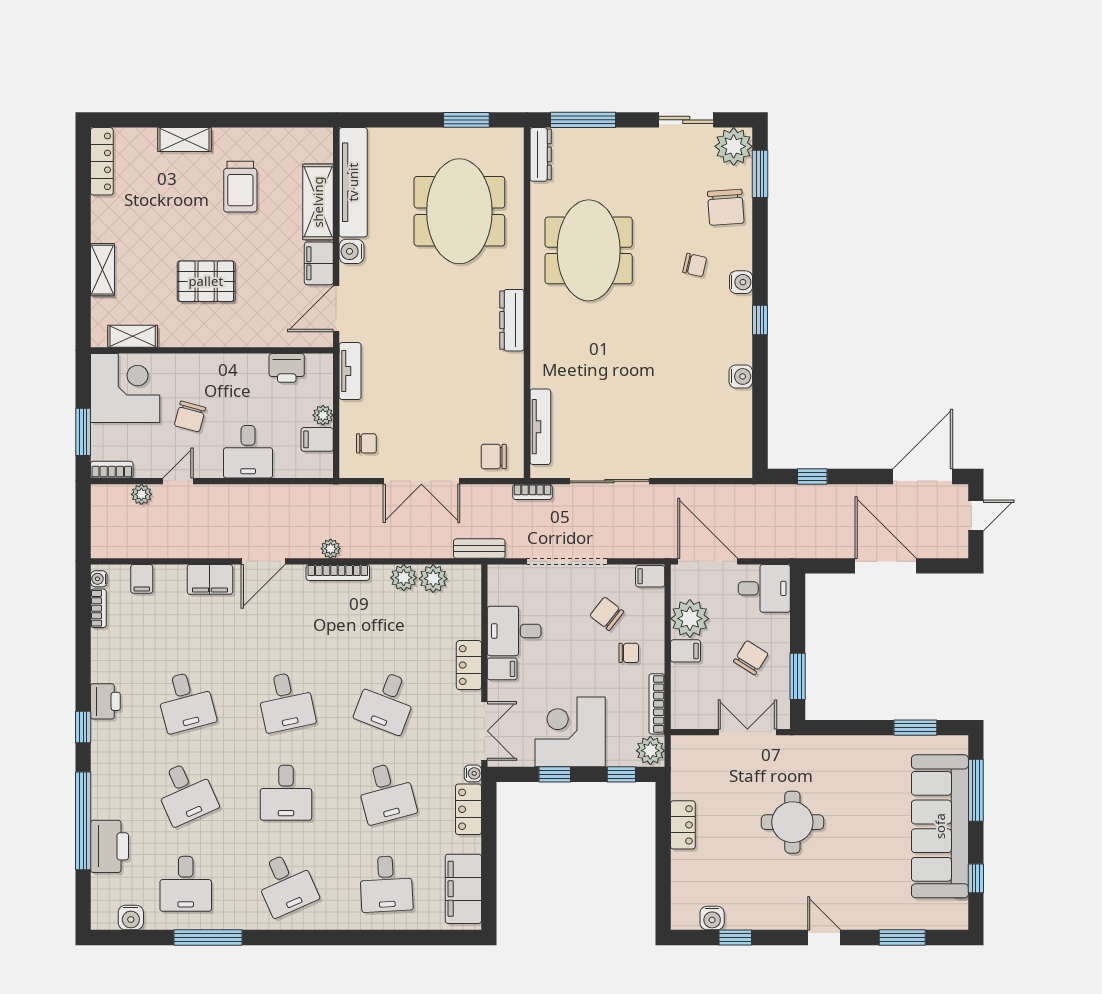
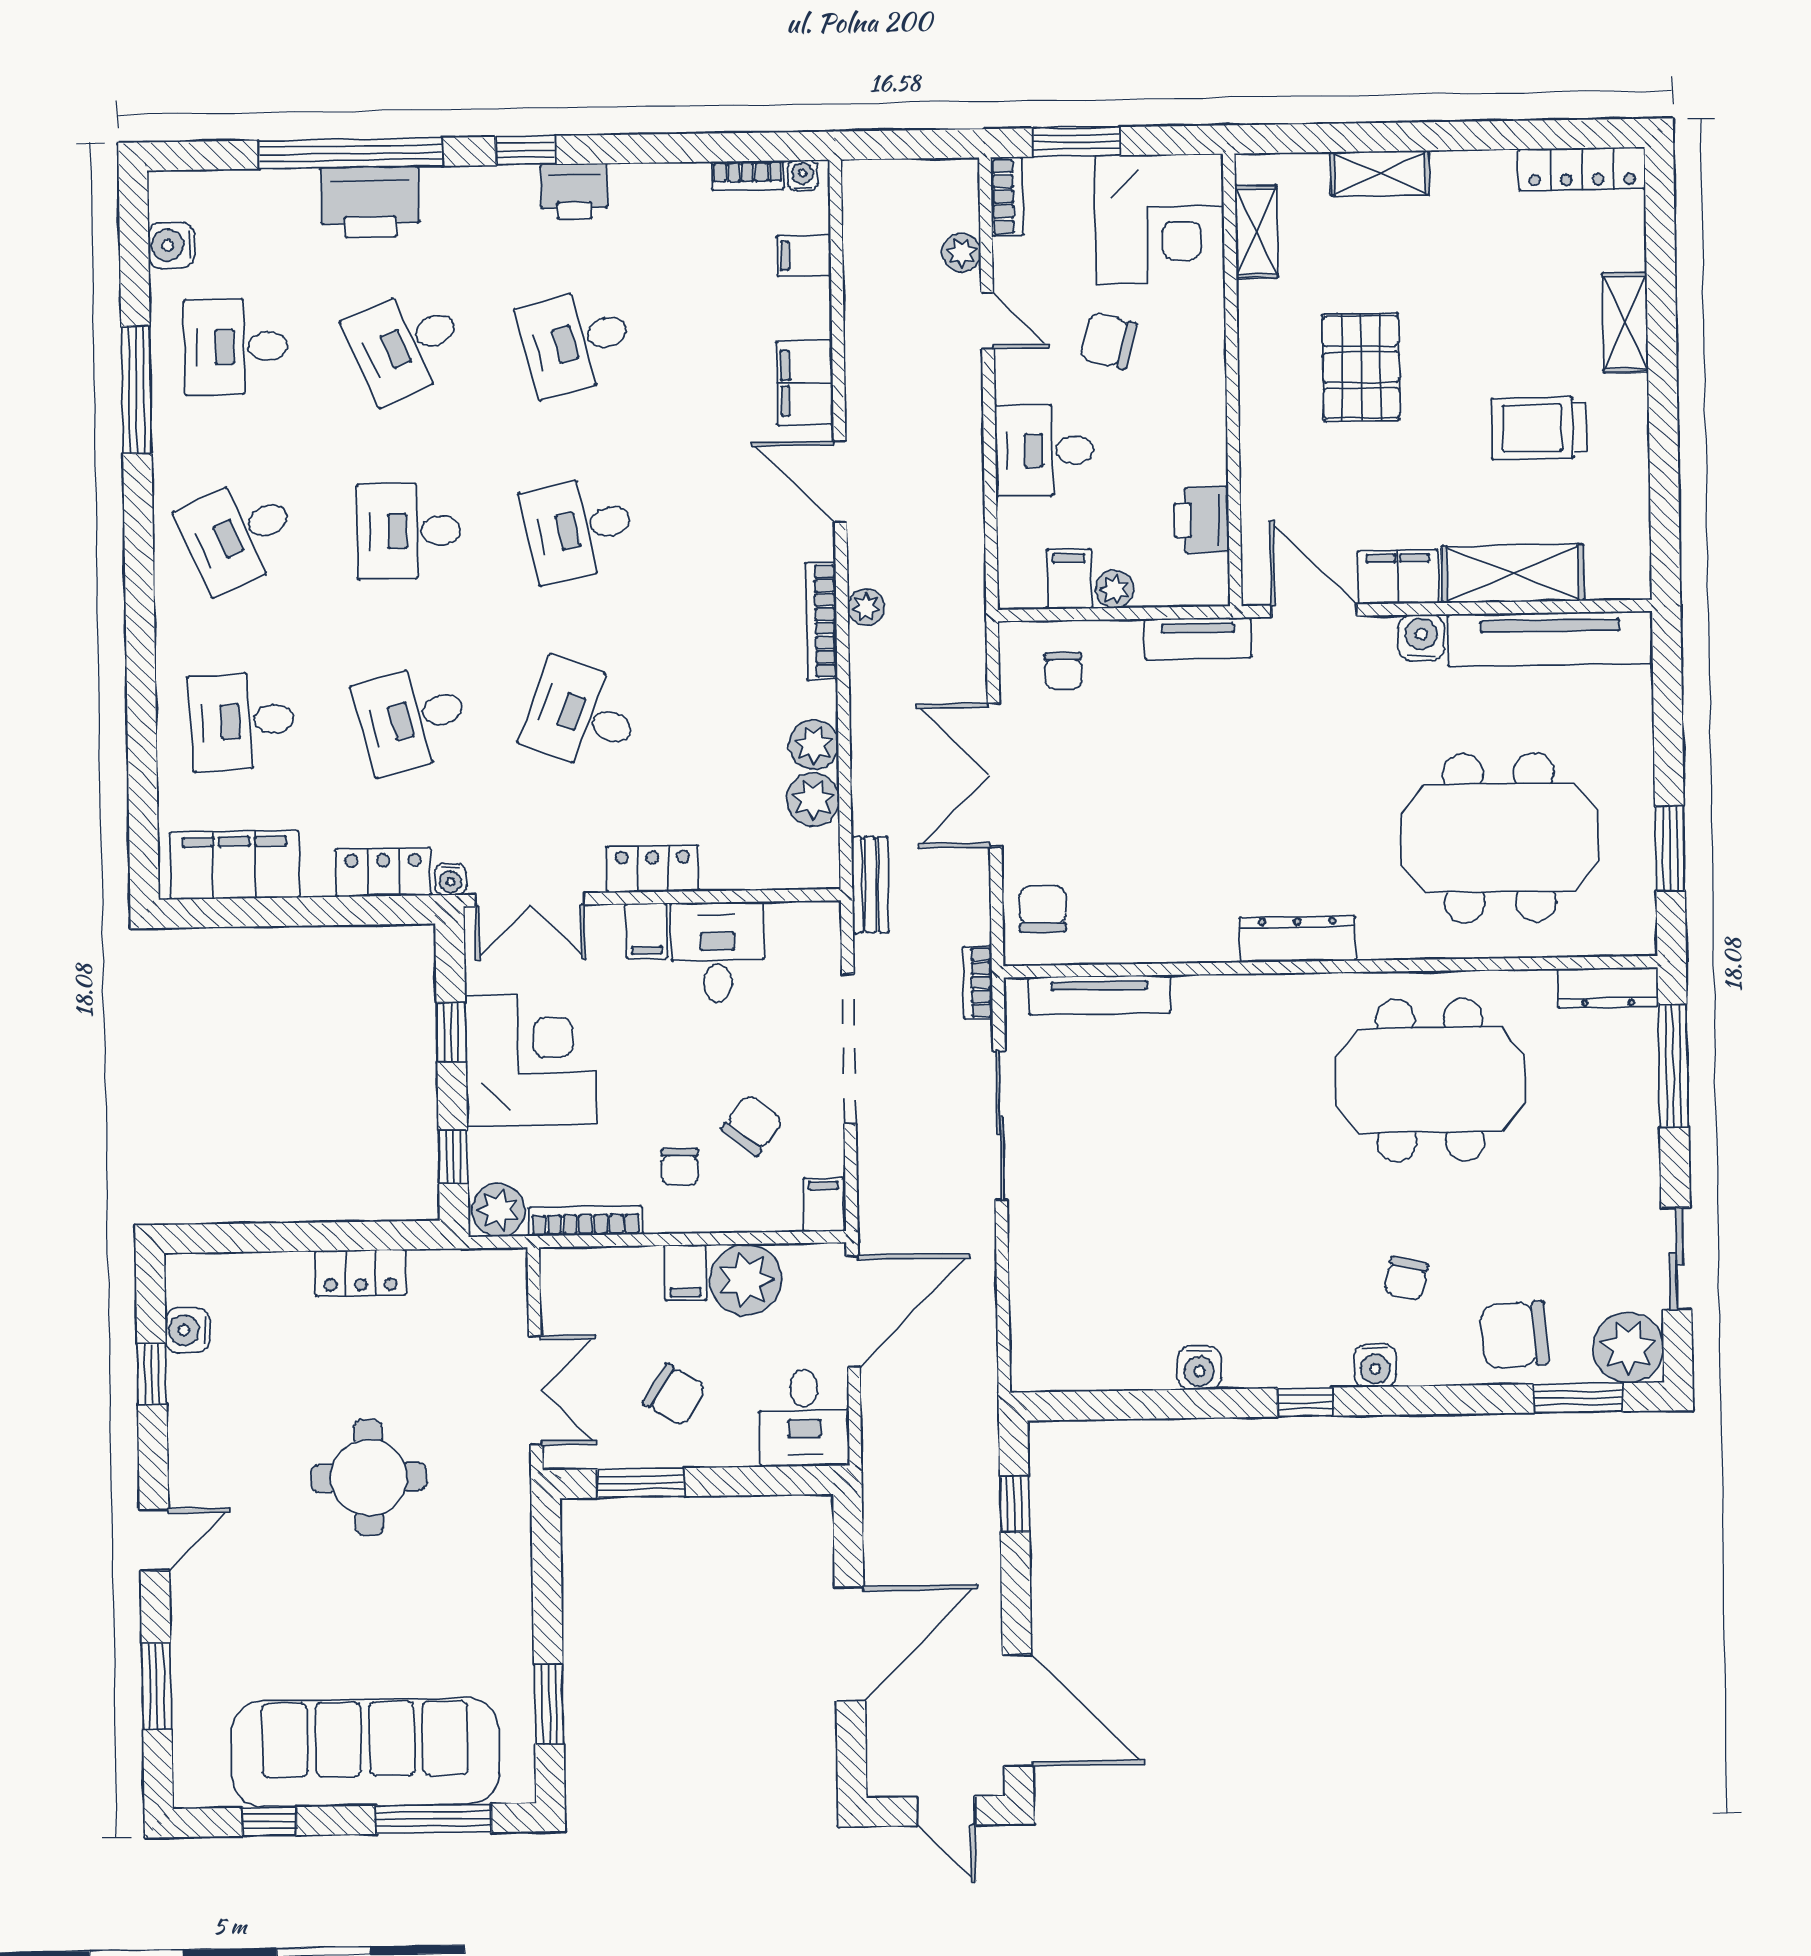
printer: (109, 846) -> (370, 202), moved

